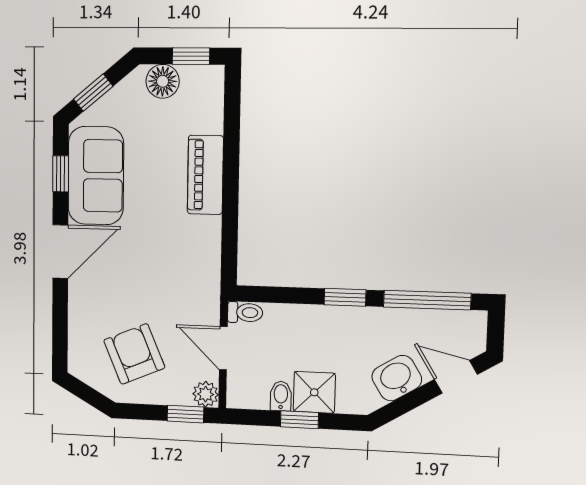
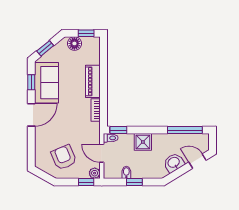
bookcase: (211, 244) -> (96, 110), added
window: (345, 297) -> (118, 130), moved
shower: (314, 392) -> (143, 142), moved

